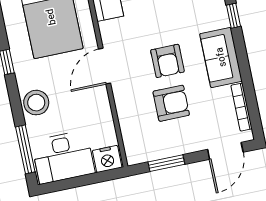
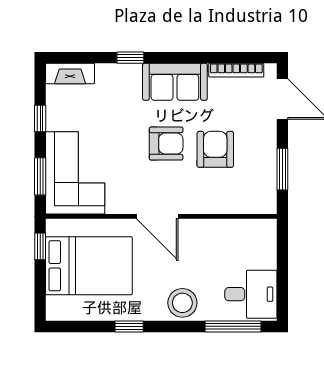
desk: (63, 157) -> (251, 294), width x0.73
nightstand: (107, 159) -> (263, 236), removed

